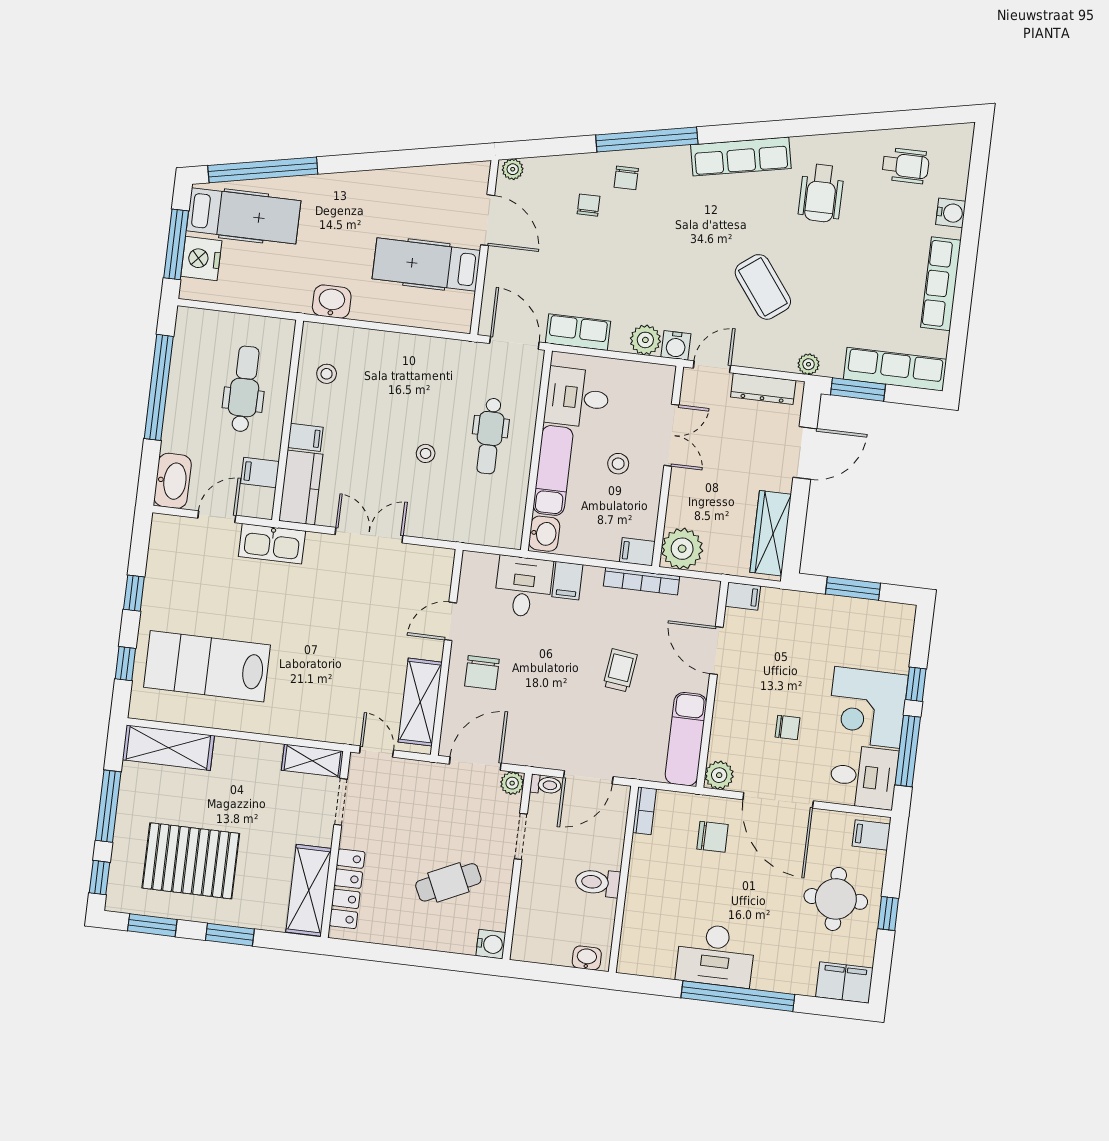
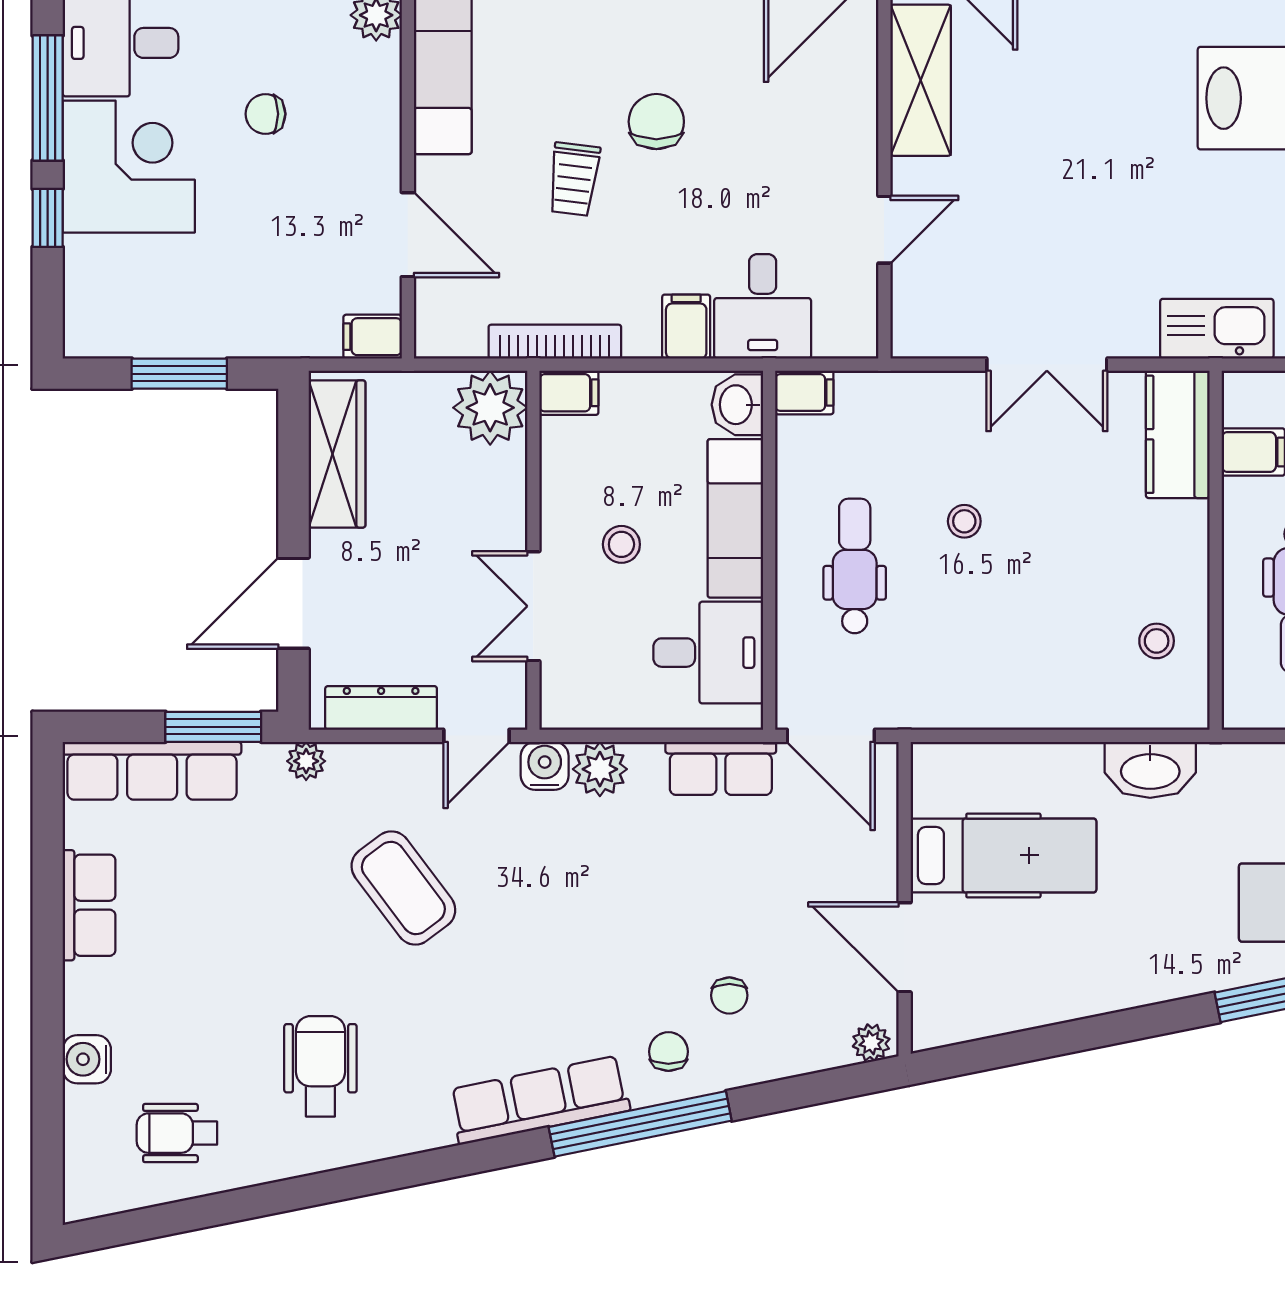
row of seats: (741, 157) -> (539, 1100), moved
row of seats: (941, 284) -> (89, 905), width x0.68
washbasin: (332, 302) -> (1150, 770), width x1.38
filing cabinet: (305, 437) -> (804, 392), moved, turned 180
chair: (482, 673) -> (656, 122), moved

